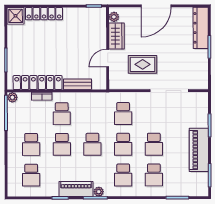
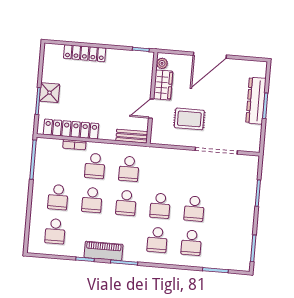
shower: (16, 16) -> (50, 93), moved
dresser: (201, 28) -> (256, 101), moved
bench: (78, 84) -> (132, 136), moved
plant: (12, 97) -> (42, 143), removed
school desk: (123, 114) -> (129, 169), moved
piano: (199, 150) -> (244, 219), removed
plant: (99, 192) -> (129, 256), removed

